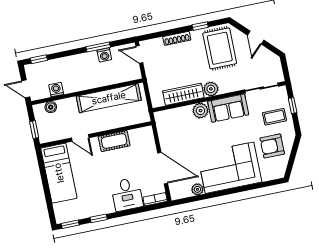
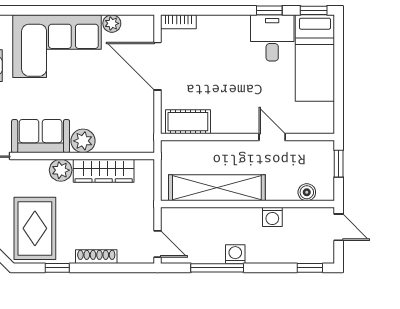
window: (98, 47) -> (217, 268), width x1.44
washing machine: (104, 55) -> (235, 254), moved
washing machine: (56, 90) -> (272, 217), moved
cot: (114, 141) -> (188, 122), moved
bed: (59, 173) -> (315, 58), moved, turned 180
desk: (127, 194) -> (272, 38), moved

